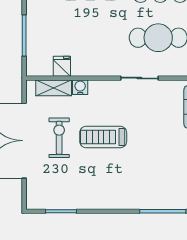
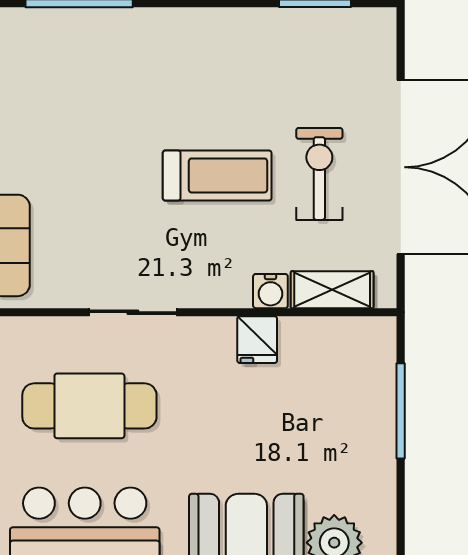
fridge: (62, 66) -> (257, 340), moved
exercise bike: (59, 138) -> (319, 174), turned 180

